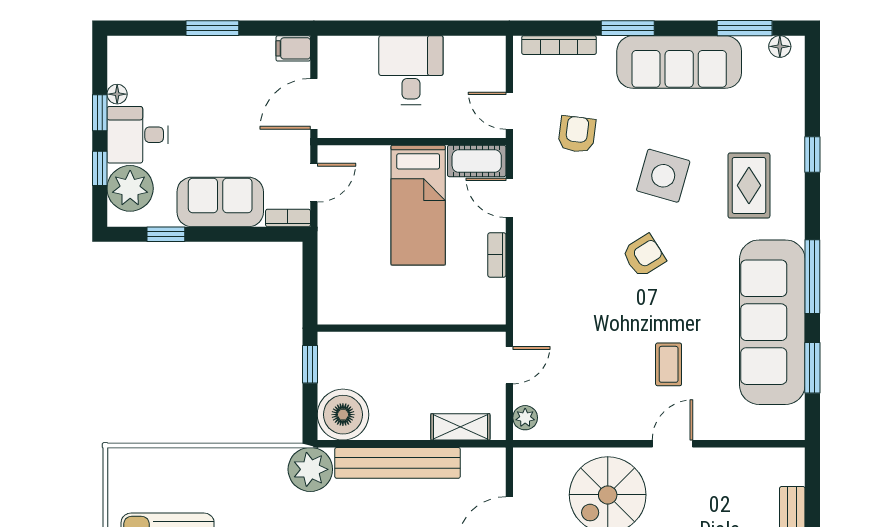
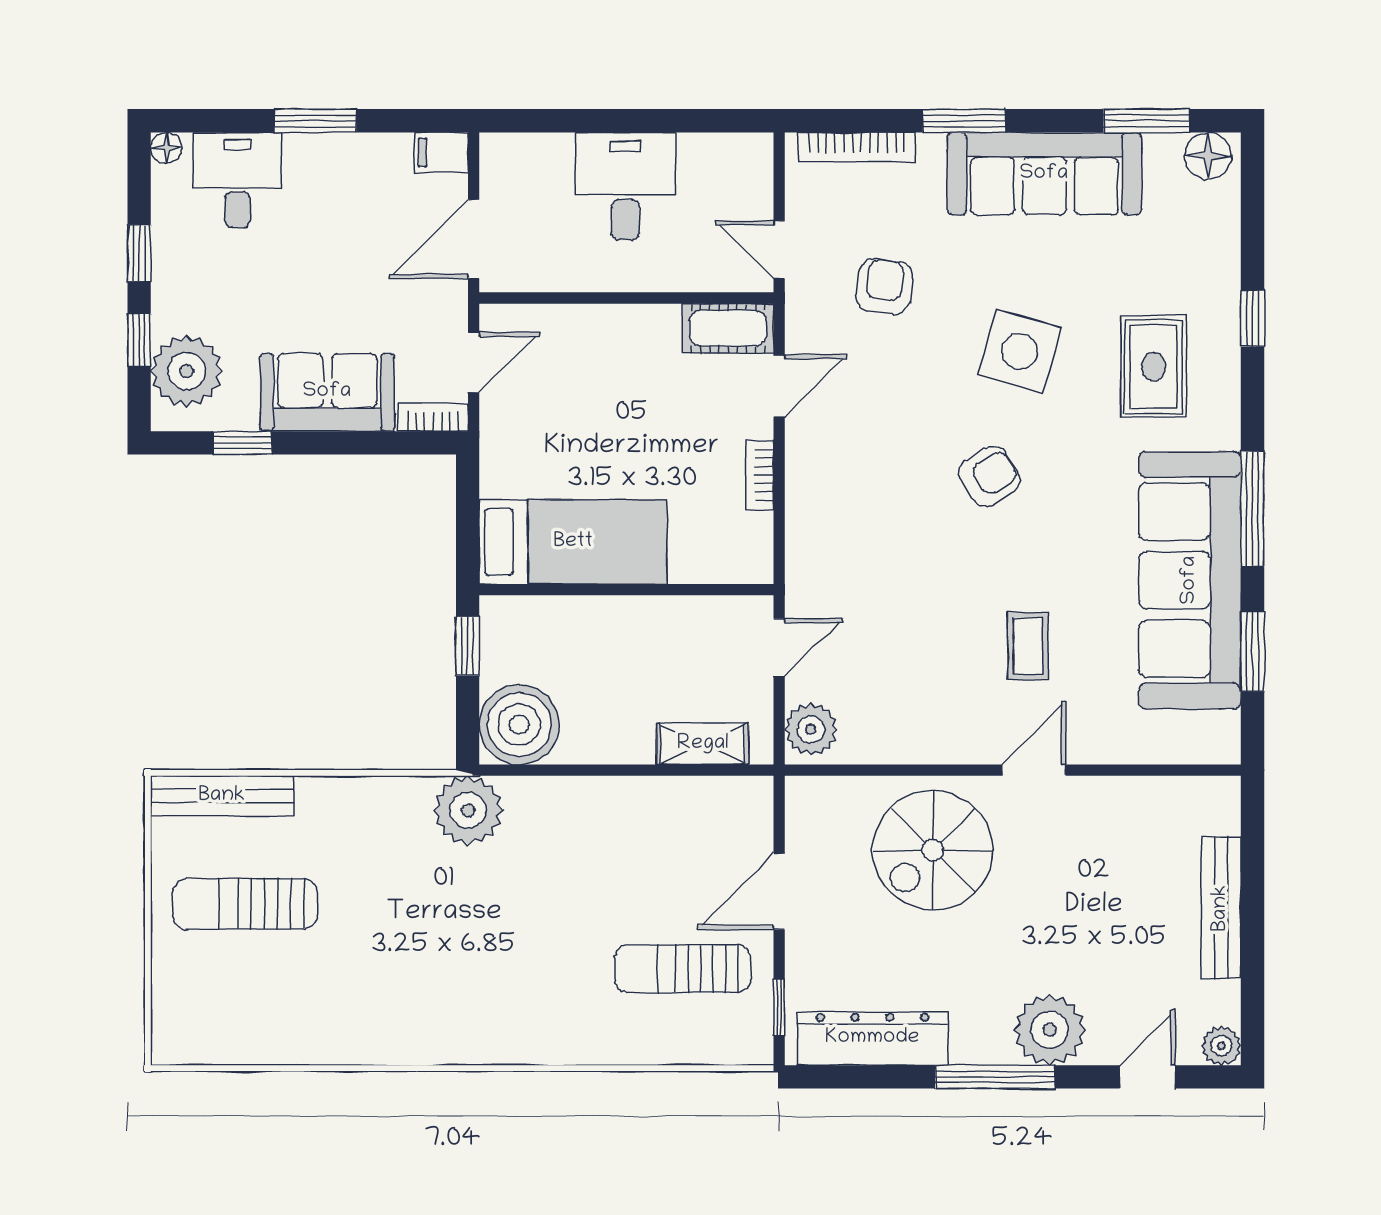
floor lamp: (780, 46) -> (1208, 156), width x1.37, depth x1.37
floor lamp: (117, 94) -> (166, 148), moved
desk: (138, 135) -> (238, 180), moved, turned 90
door: (509, 198) -> (779, 386), swing flipped
bed: (418, 205) -> (573, 542), moved, turned -90
plant: (525, 418) -> (811, 729), width x1.38, depth x1.38
bench: (397, 463) -> (222, 796), moved, width x0.73, depth x0.82

